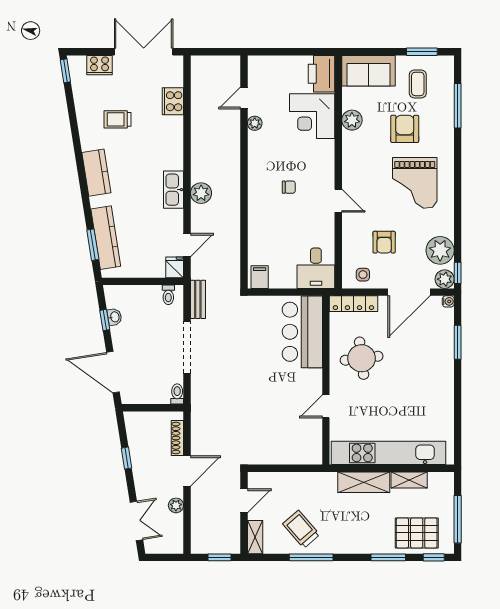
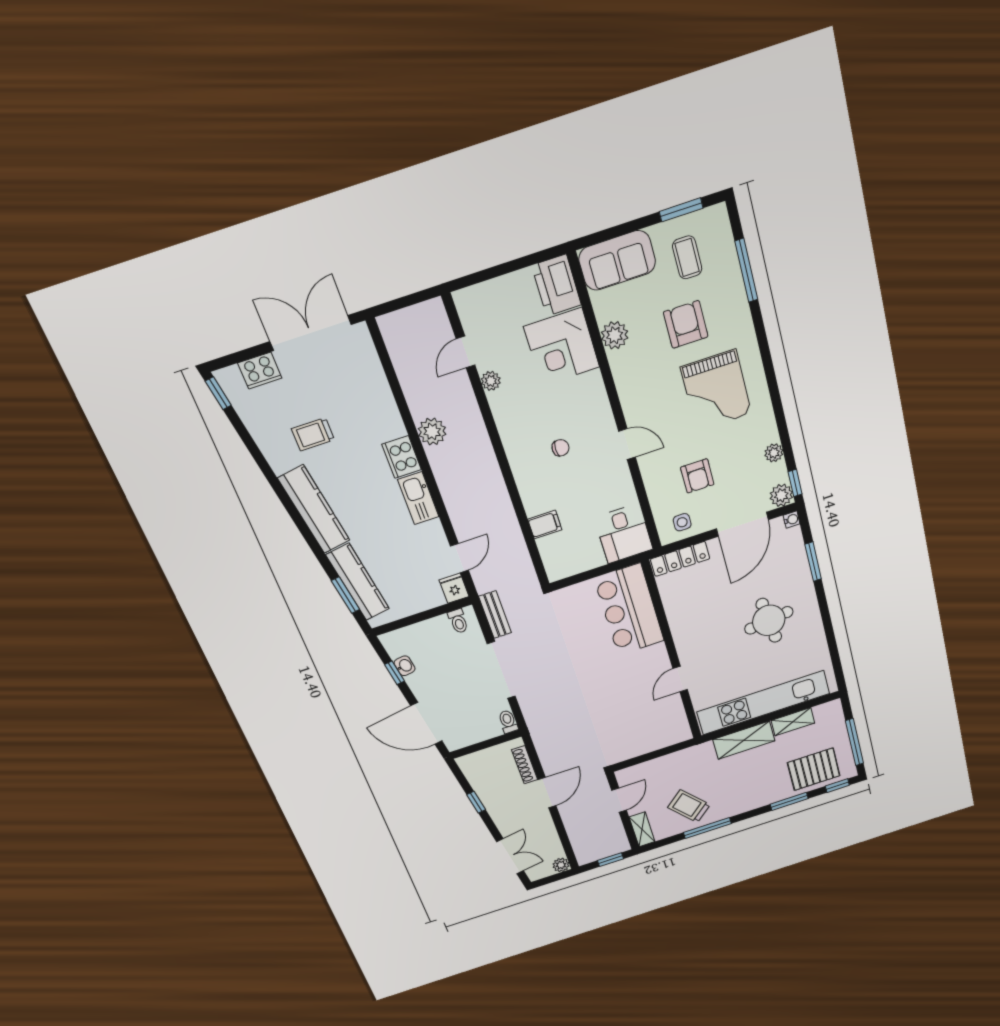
cooker: (173, 101) -> (402, 457), moved
kitchen counter: (96, 173) -> (314, 509), width x1.50
plant: (201, 193) -> (432, 432), moved
plant: (440, 250) -> (774, 453), width x0.53, depth x0.53
filing cabinet: (260, 277) -> (545, 524), moved, turned 90
round table: (362, 358) -> (769, 620), moved
plant: (176, 505) -> (561, 865), moved

